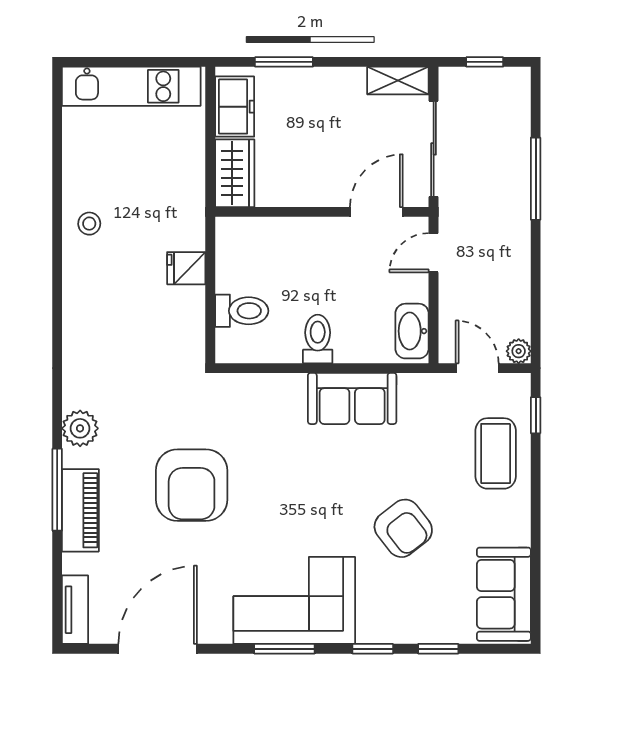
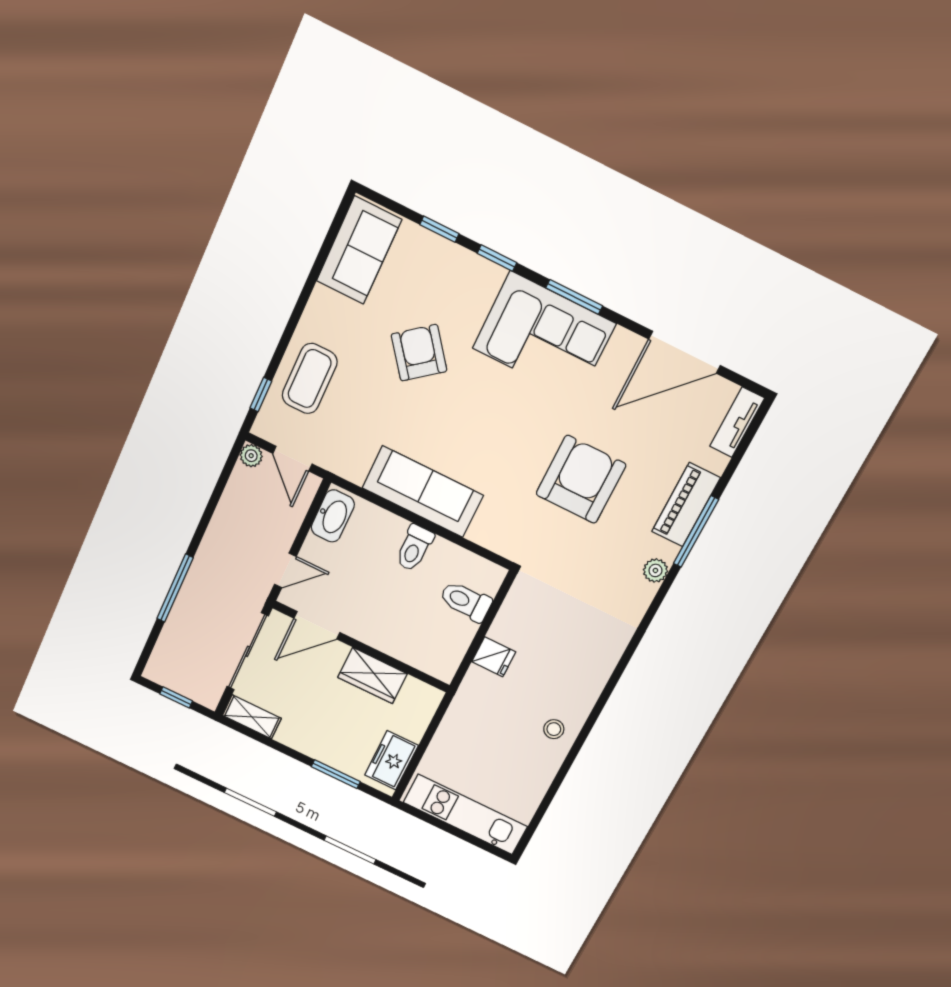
wardrobe: (235, 173) -> (372, 676), moved, turned -90
sofa: (352, 398) -> (423, 492), width x1.36
plant: (80, 428) -> (655, 570), width x0.73, depth x0.73

